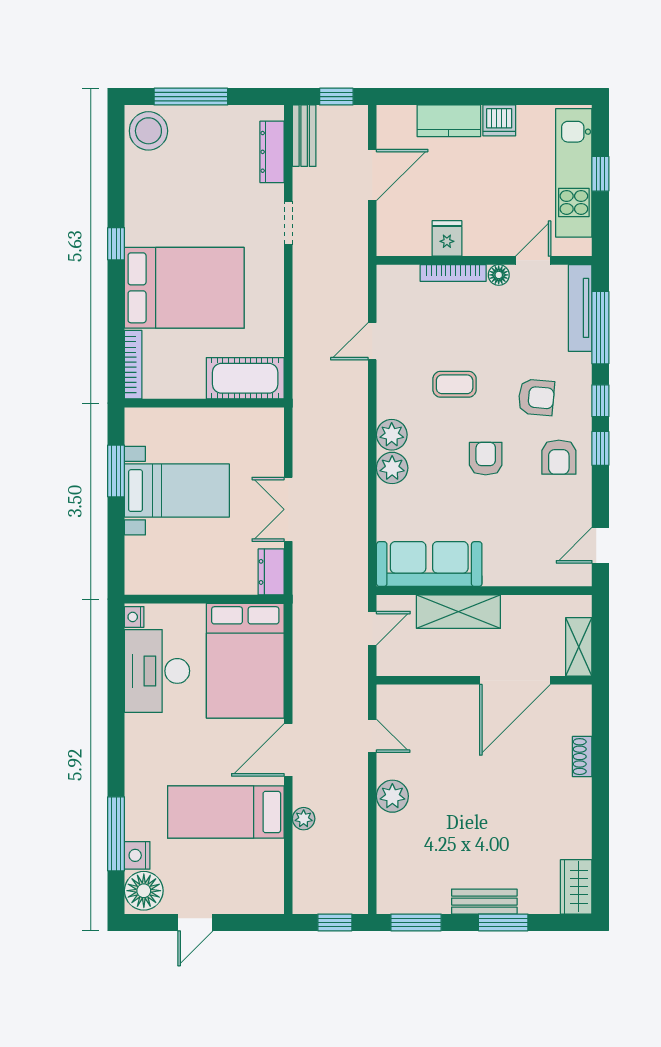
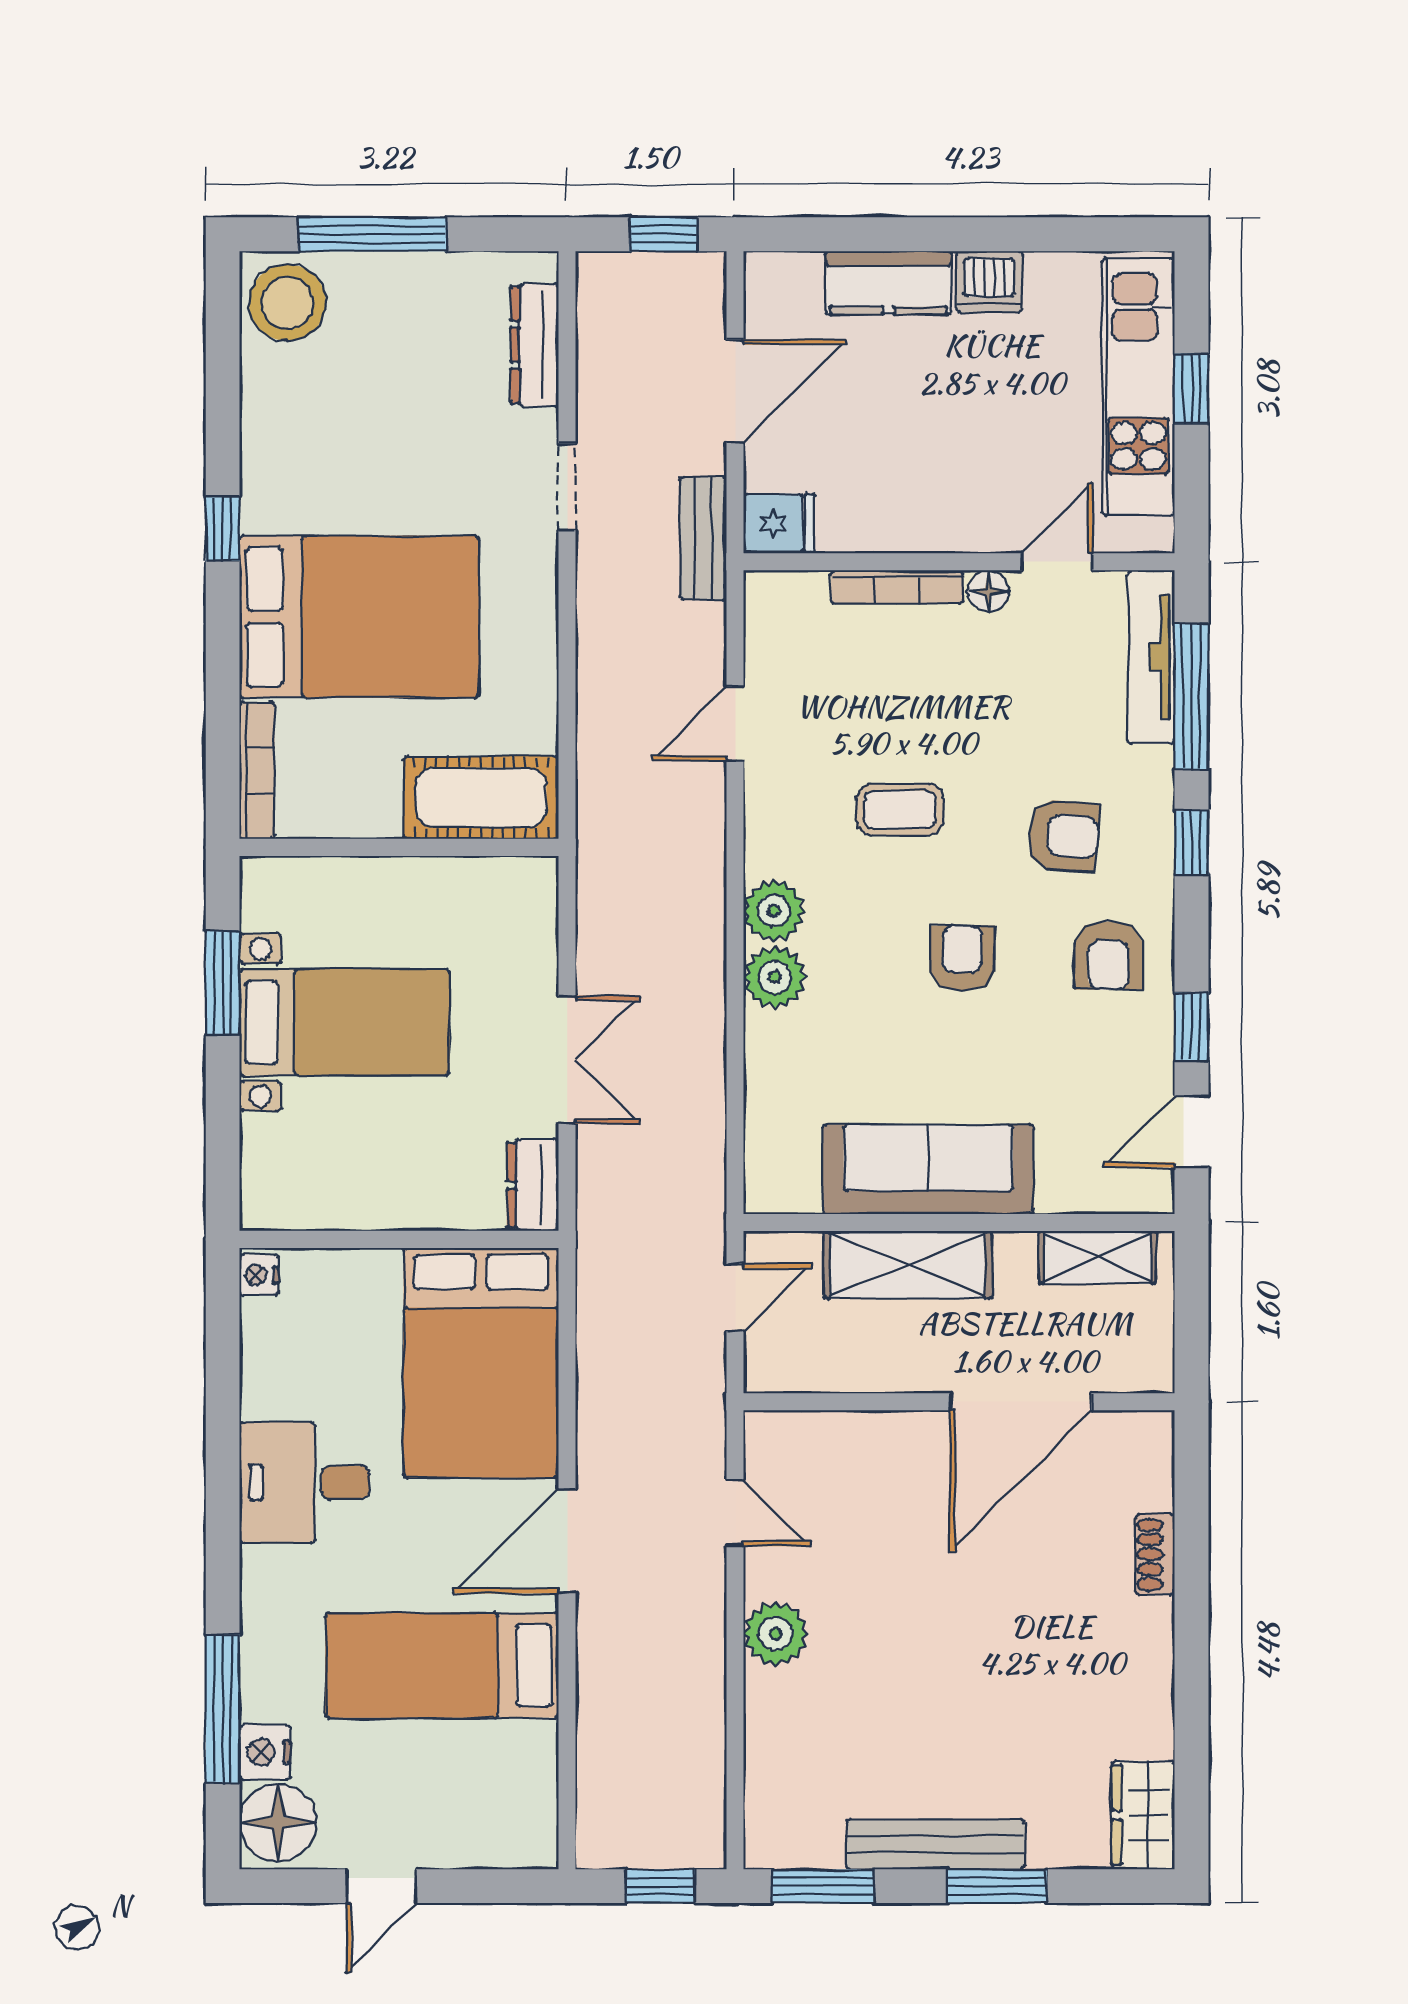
bench: (304, 136) -> (703, 538), moved
fridge: (447, 238) -> (779, 524), moved, turned 90
window: (600, 448) -> (1191, 1027), moved
double door: (288, 509) -> (567, 1060), swing flipped
sofa: (429, 564) -> (928, 1169), moved
shelving: (579, 647) -> (1097, 1257), moved, turned 90
desk: (157, 671) -> (305, 1483), moved, width x0.73
plant: (304, 819) -> (598, 1679), removed
bench: (484, 902) -> (936, 1844), width x1.36

